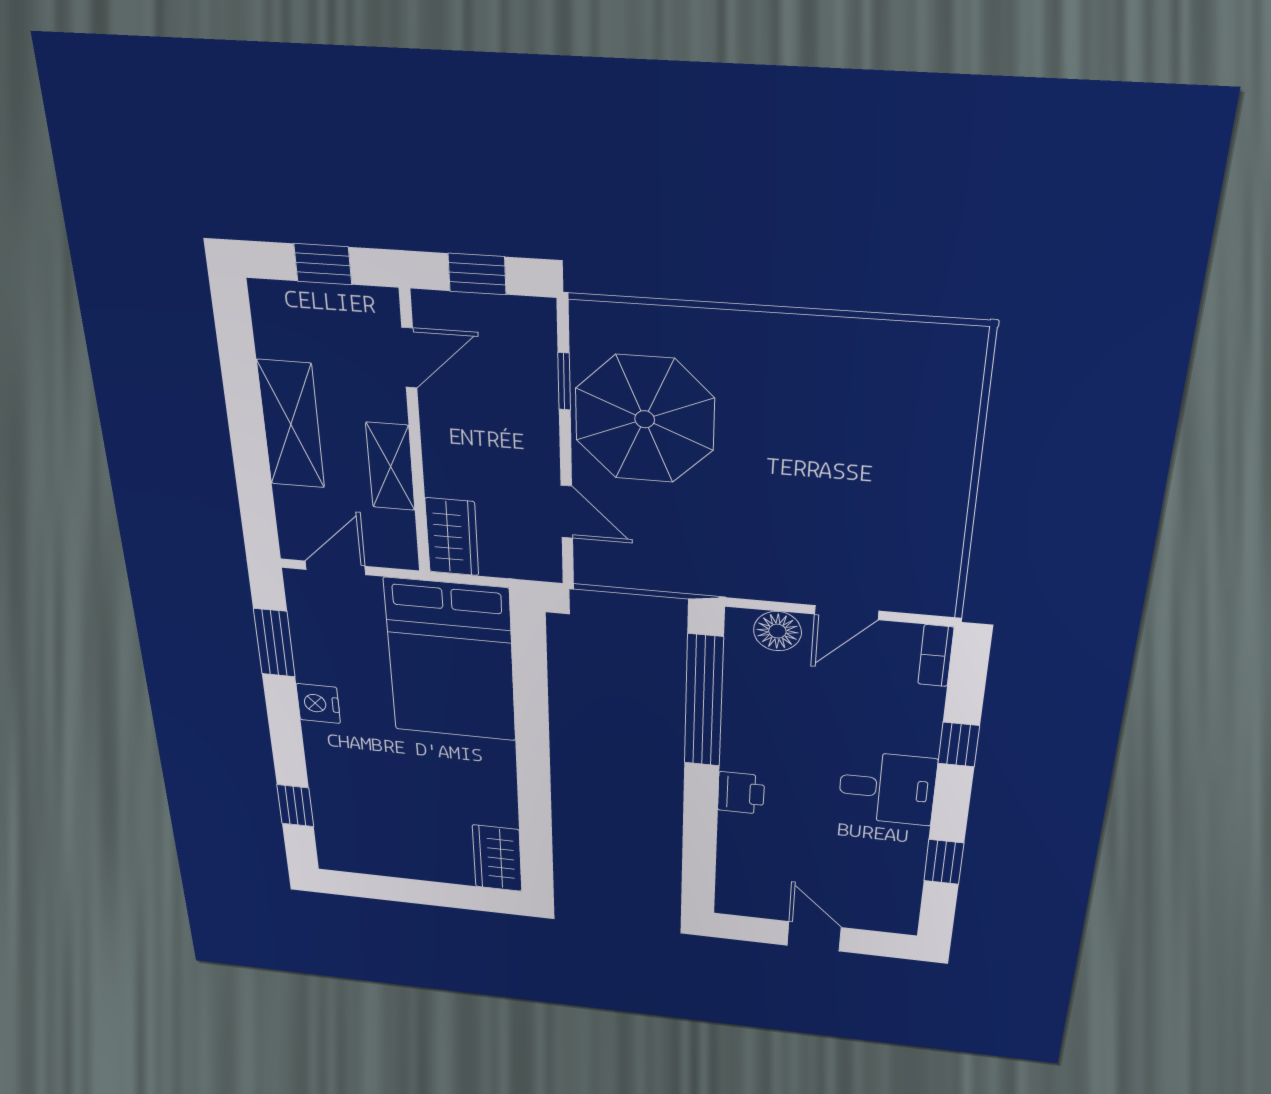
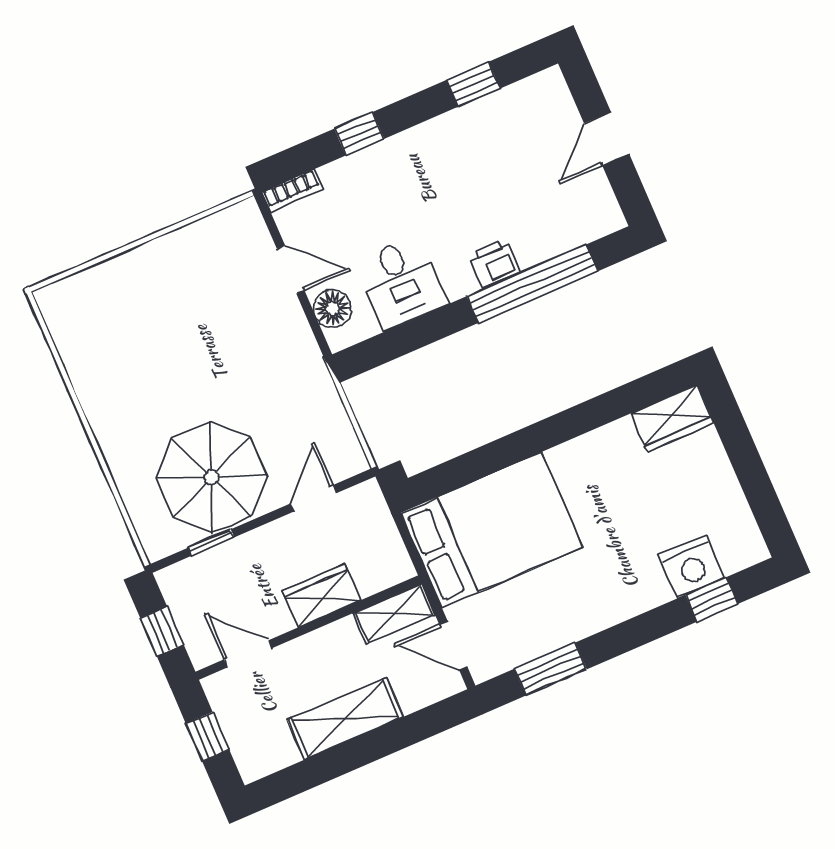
shelving: (391, 466) -> (394, 614), moved
wardrobe: (452, 537) -> (321, 596), moved
window: (704, 701) -> (532, 284), moved
nightstand: (318, 703) -> (691, 567), moved, width x1.36, depth x1.33
desk: (887, 788) -> (401, 283), moved, turned 180

